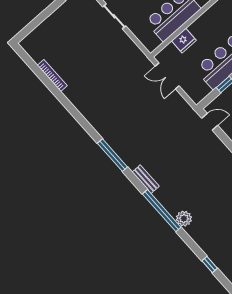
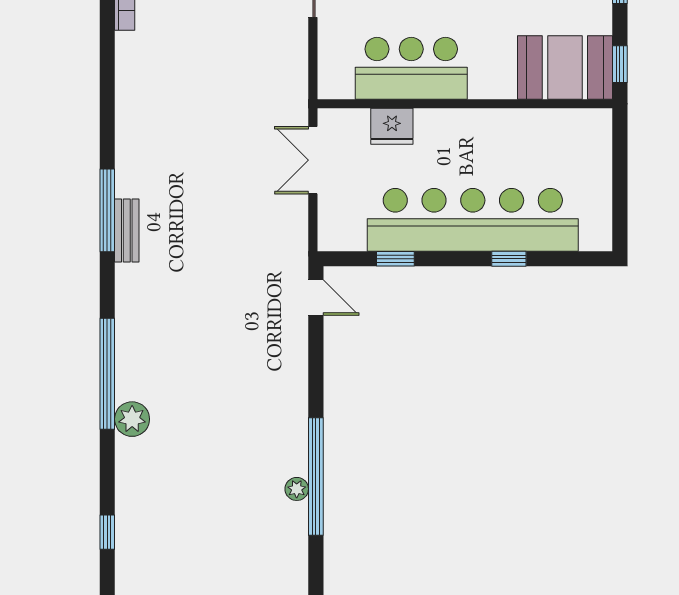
bench: (146, 179) -> (127, 230), moved

